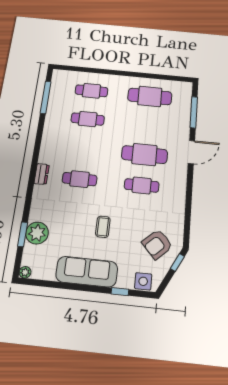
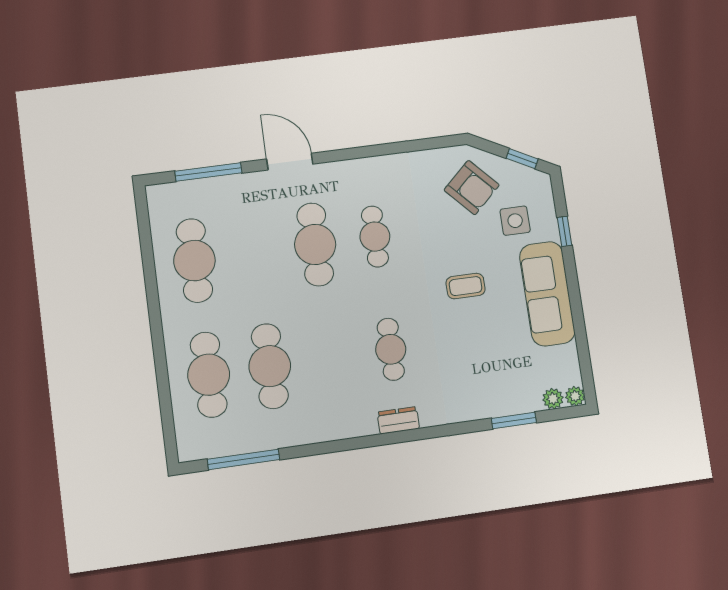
cafe table: (91, 91) -> (209, 375), width x1.37, depth x1.35
cafe table: (88, 119) -> (270, 366), width x1.37, depth x1.35
plant: (37, 233) -> (553, 399), moved, width x0.53, depth x0.53
window: (177, 262) -> (522, 159), moved
side table: (143, 281) -> (515, 221), moved

